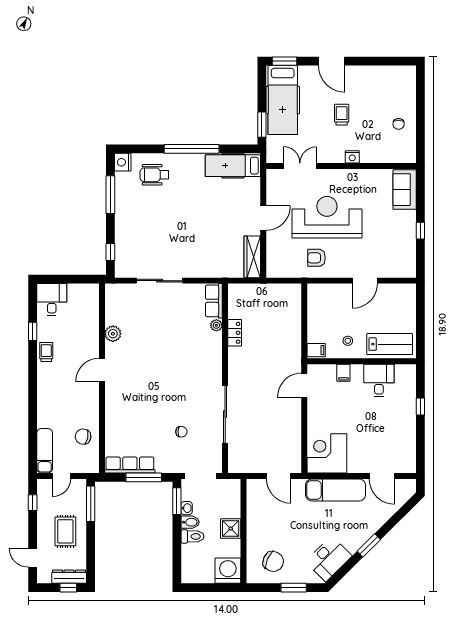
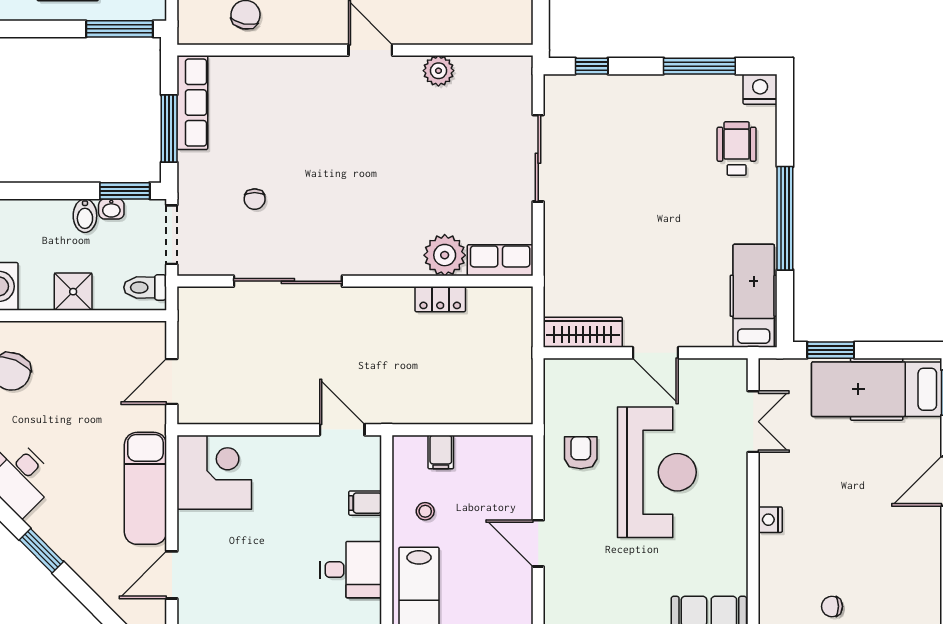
trolley: (342, 115) -> (849, 500), removed
plant: (216, 325) -> (445, 255), width x1.87, depth x1.87
filing cabinet: (316, 350) -> (441, 452), moved
toilet: (193, 536) -> (145, 287), moved, turned 90

